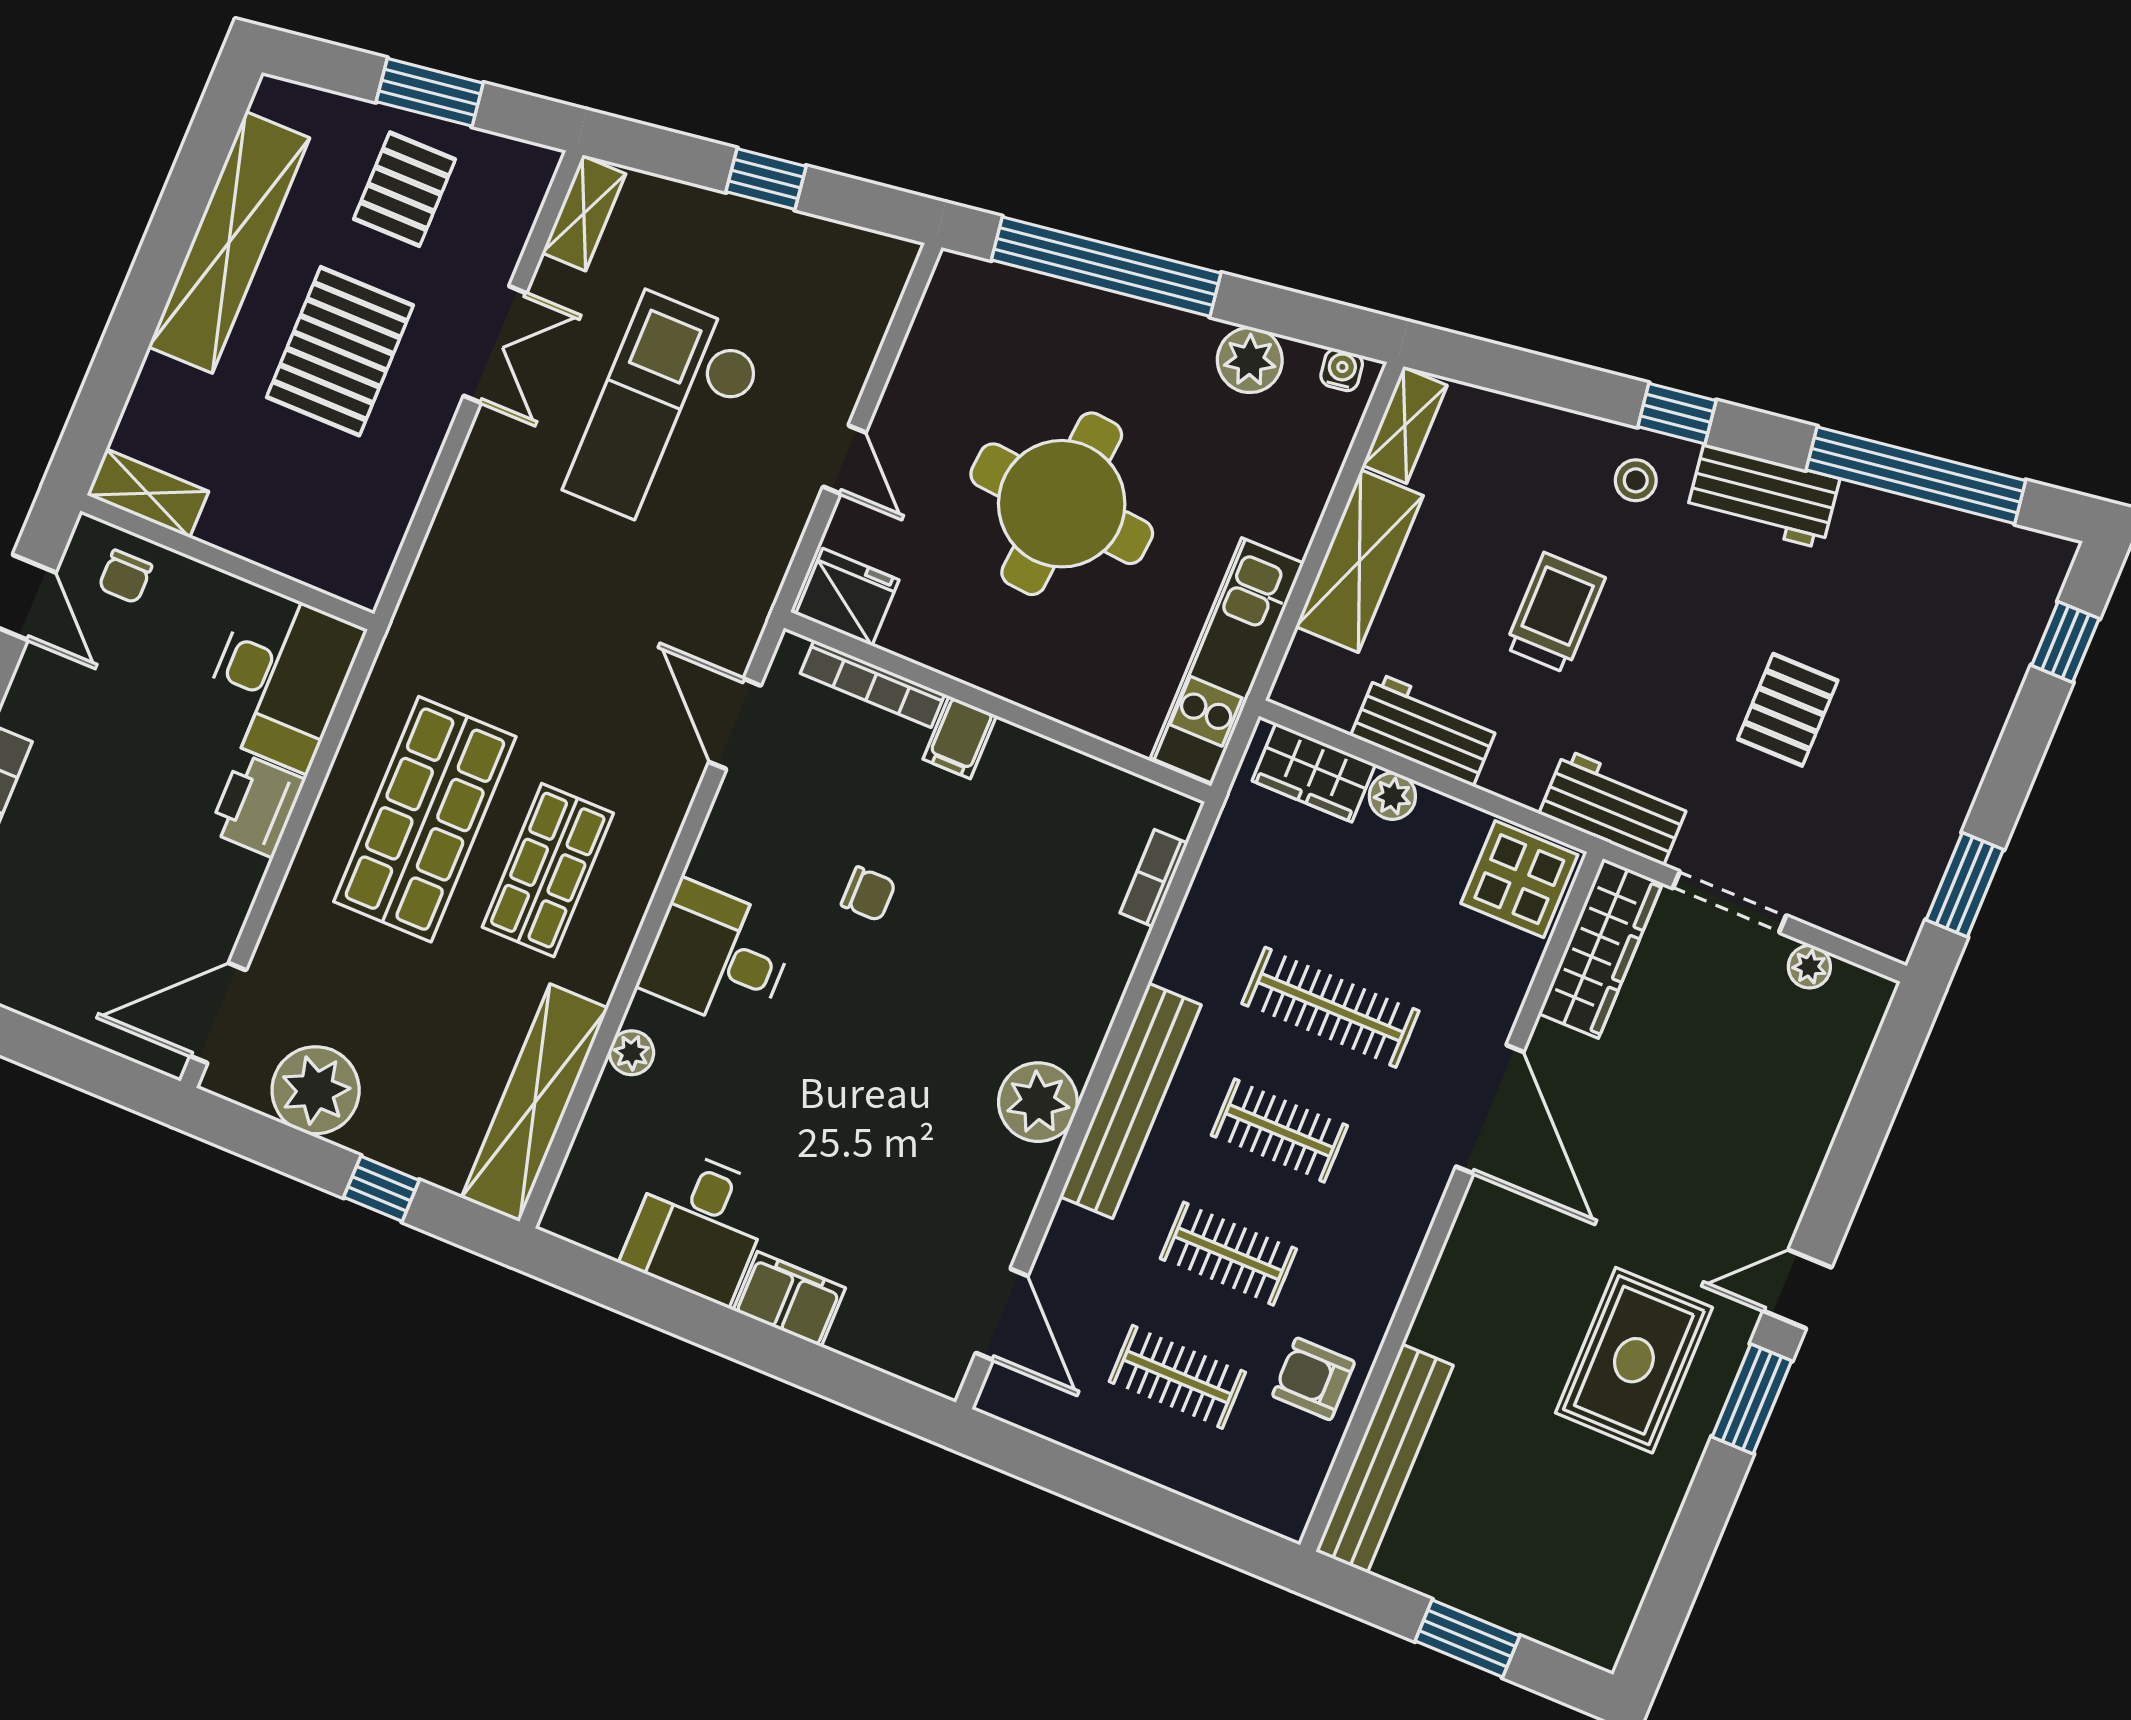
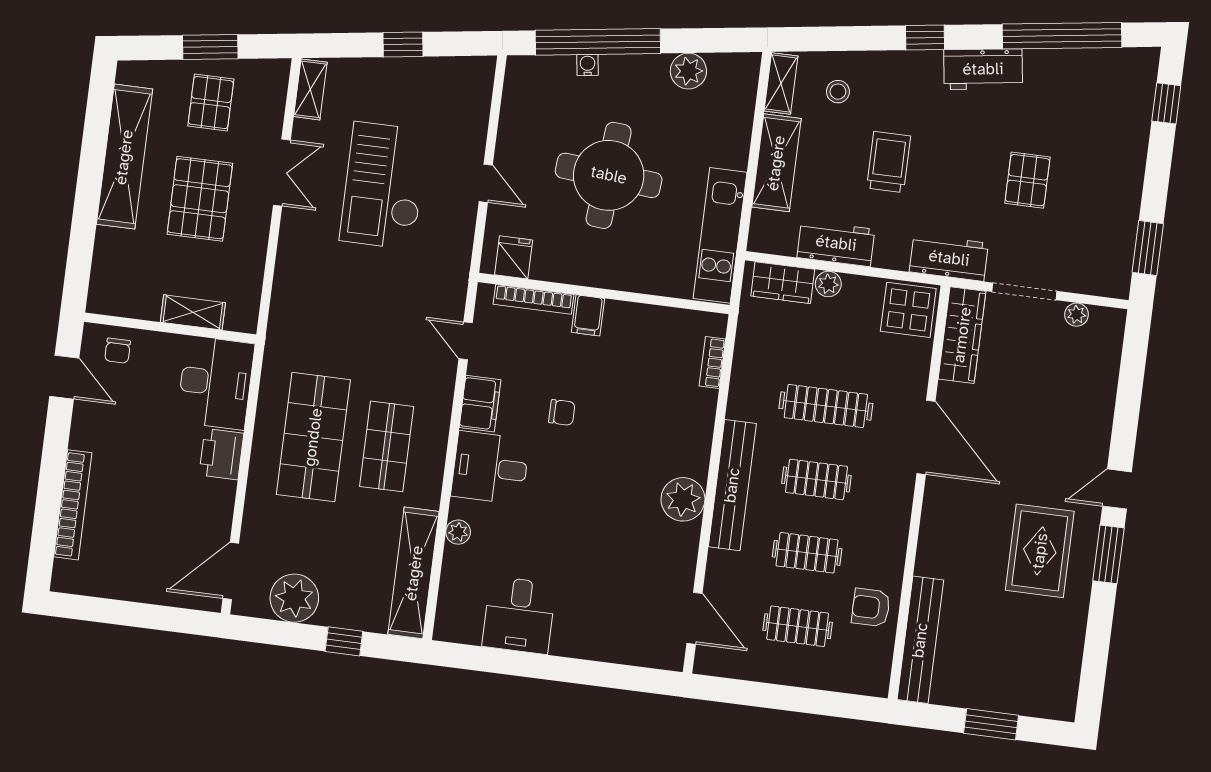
water cooler: (1342, 370) -> (588, 65), moved
stool: (1636, 480) -> (838, 92), moved
shelving: (148, 493) -> (193, 312), moved
fridge: (847, 597) -> (514, 257), width x0.72
door: (735, 724) -> (466, 341), width x0.73
filing cabinet: (789, 1299) -> (480, 404), moved, turned 90

